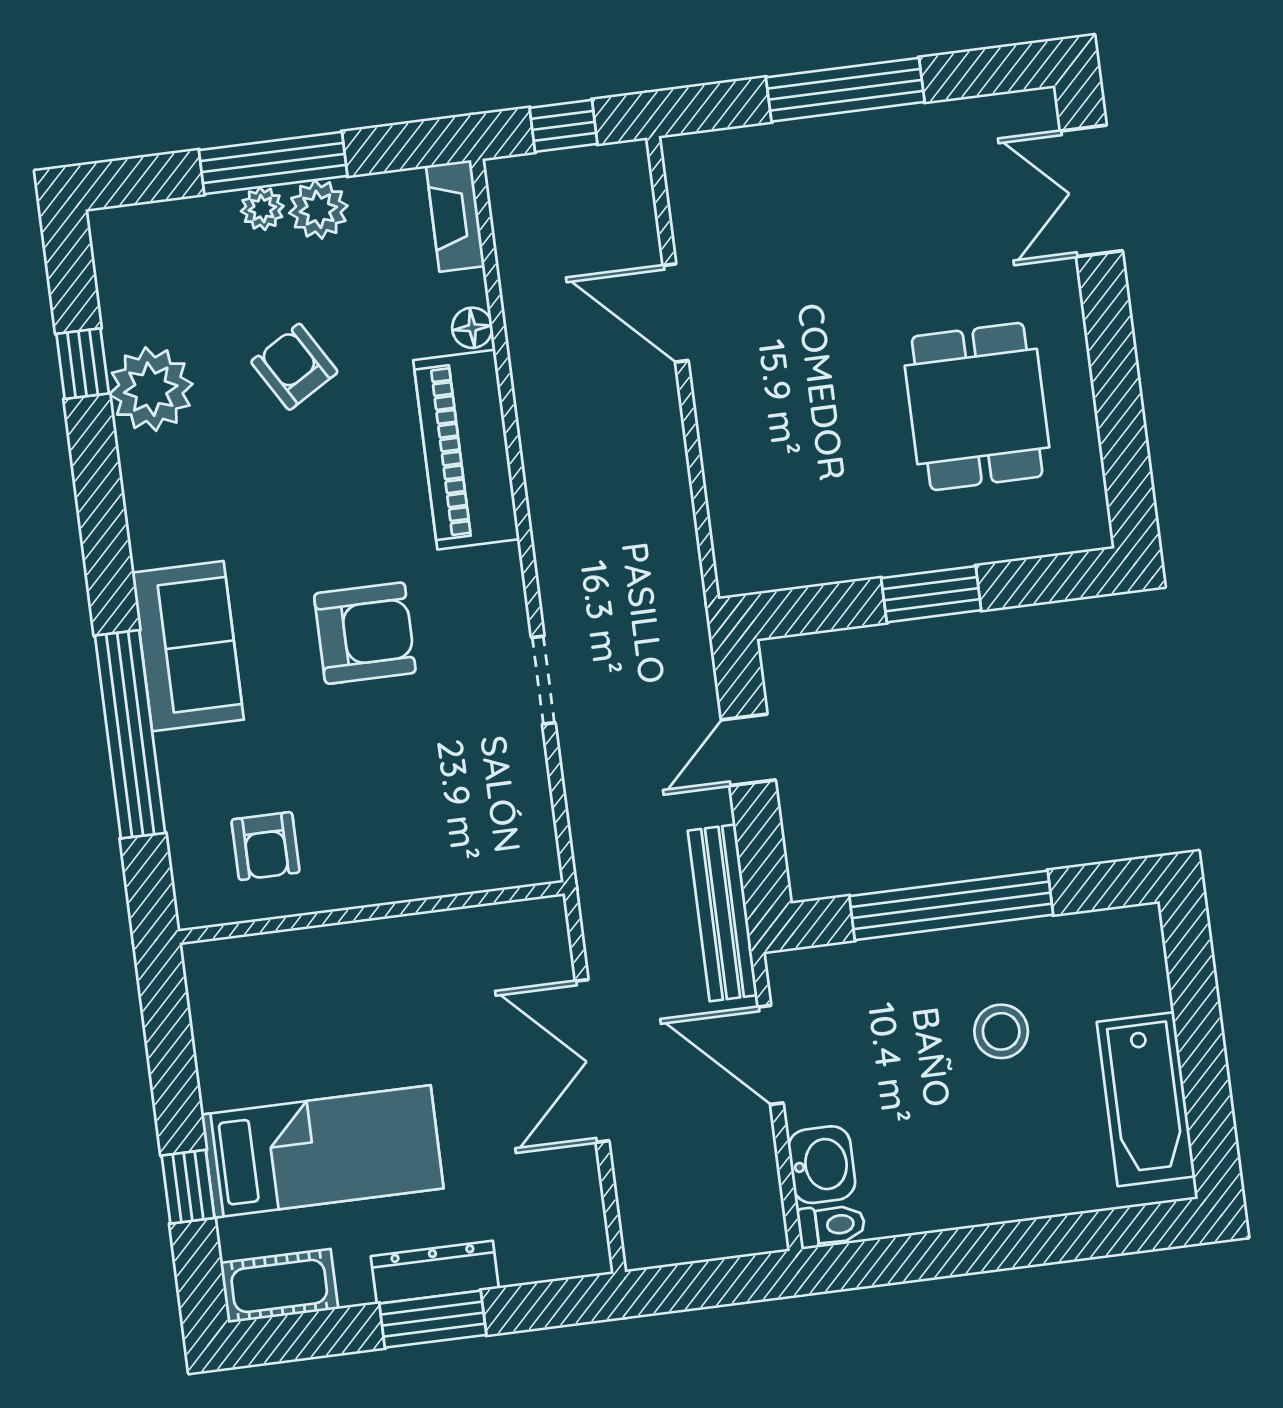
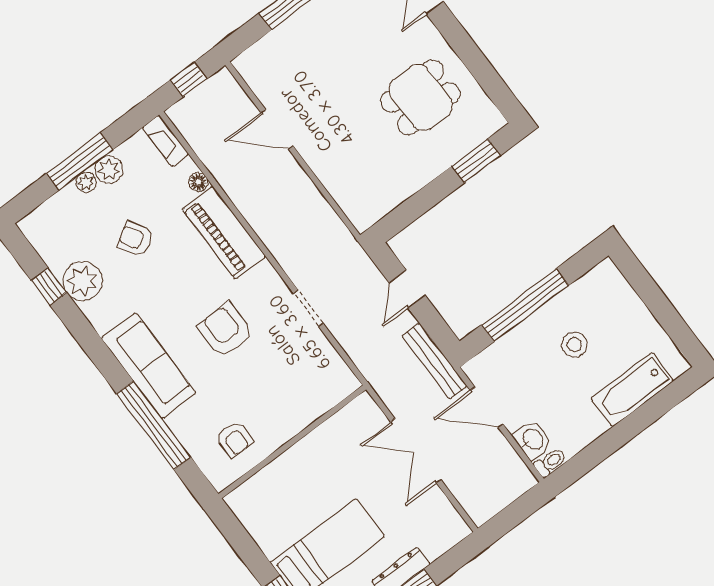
dining table: (977, 407) -> (421, 98), turned 90
window: (931, 594) -> (476, 161), moved
armchair: (365, 633) -> (225, 330), turned -90
sofa: (188, 646) -> (149, 366), width x1.36
bathtub: (1146, 1099) -> (632, 389), moved, turned 90

